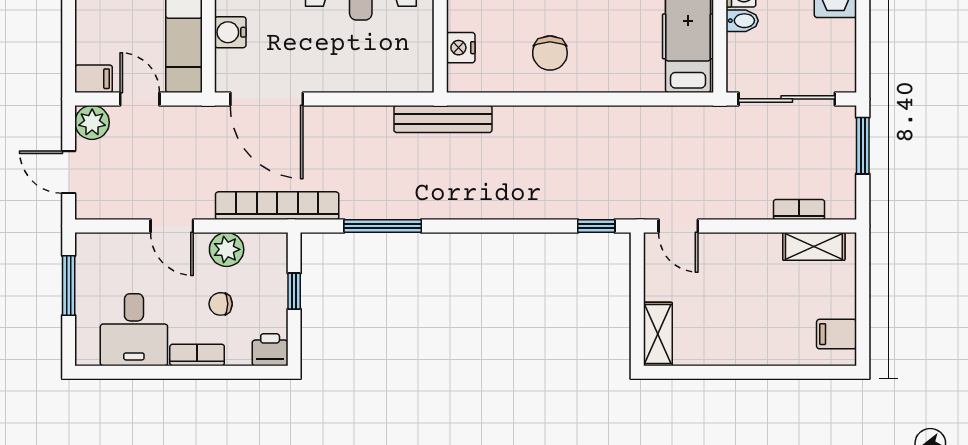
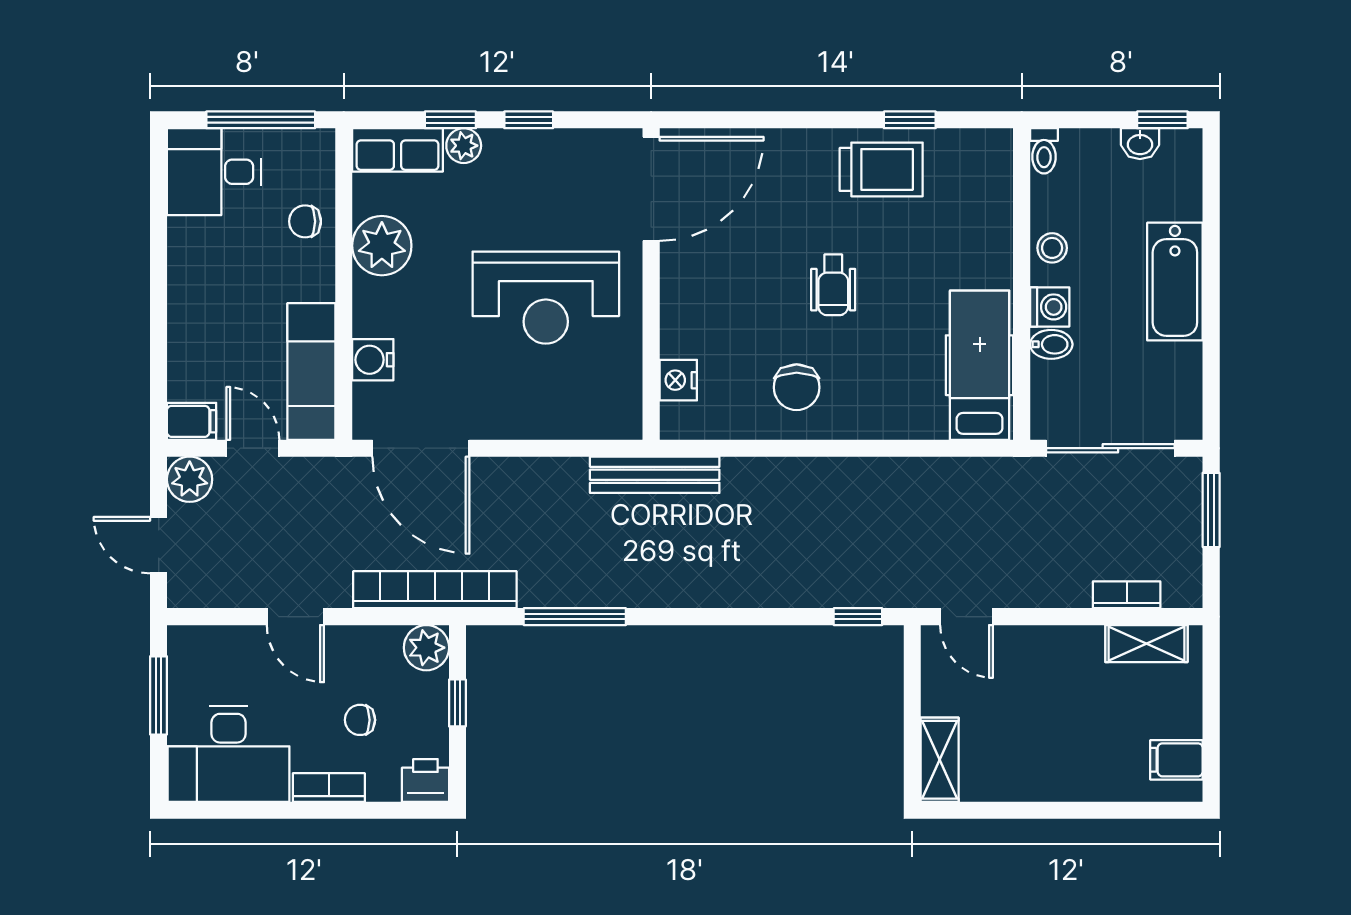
plant: (227, 249) -> (426, 648), moved
desk: (134, 330) -> (229, 754), width x1.37

